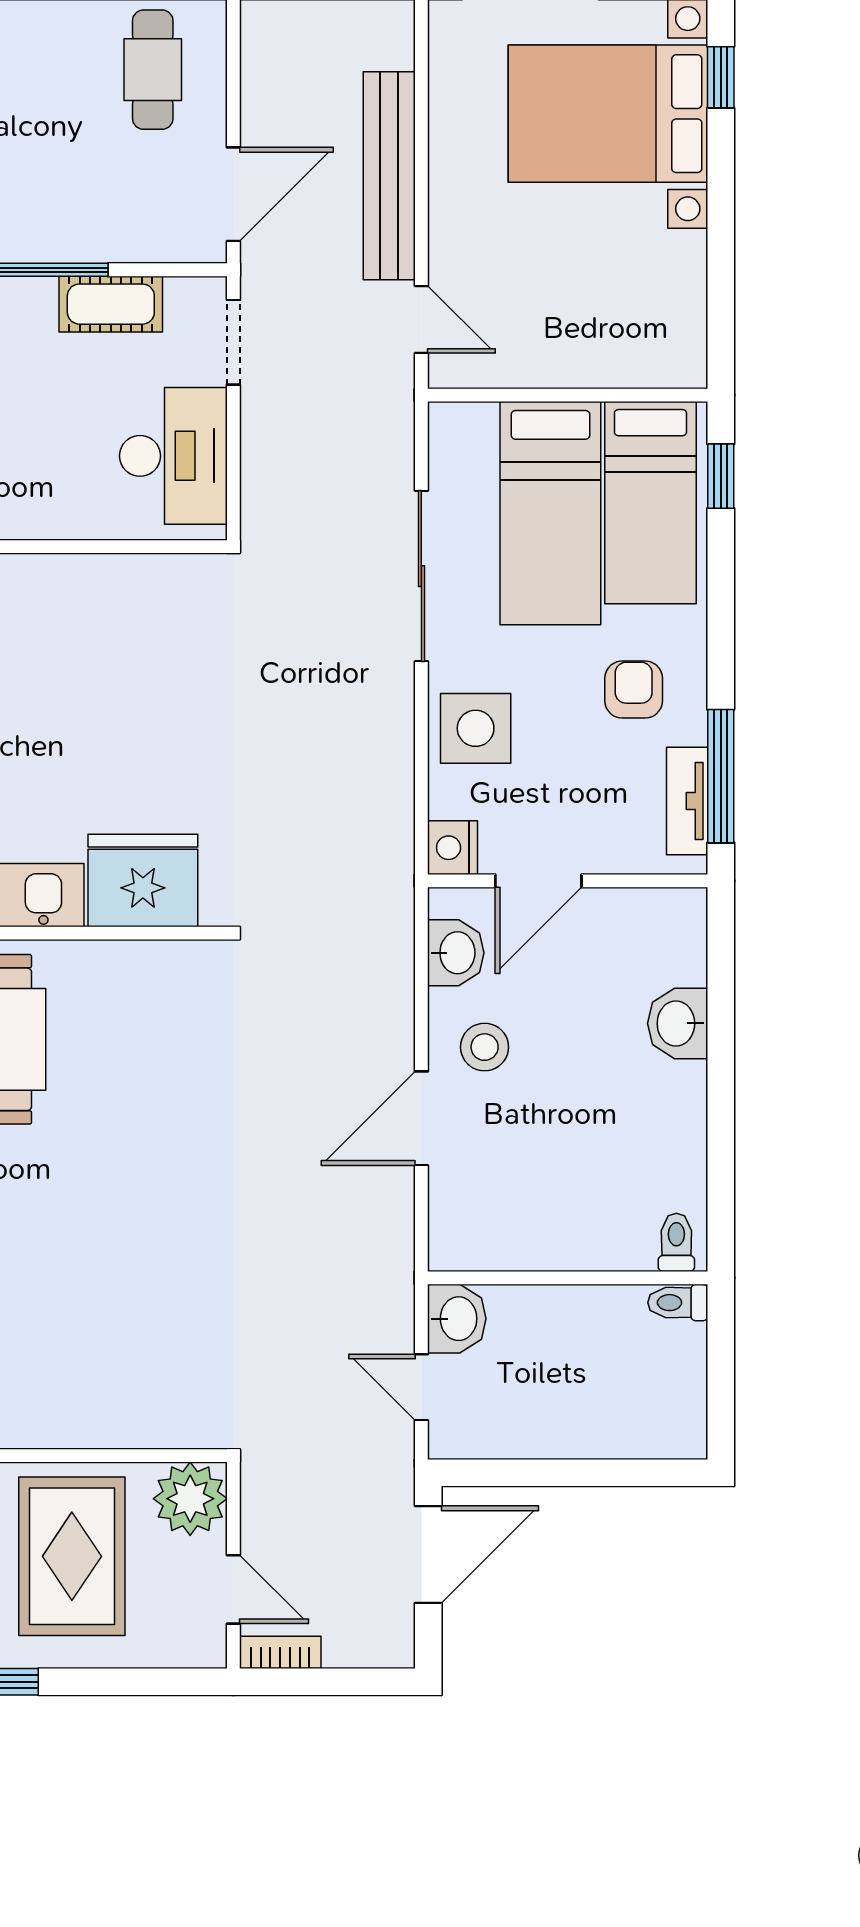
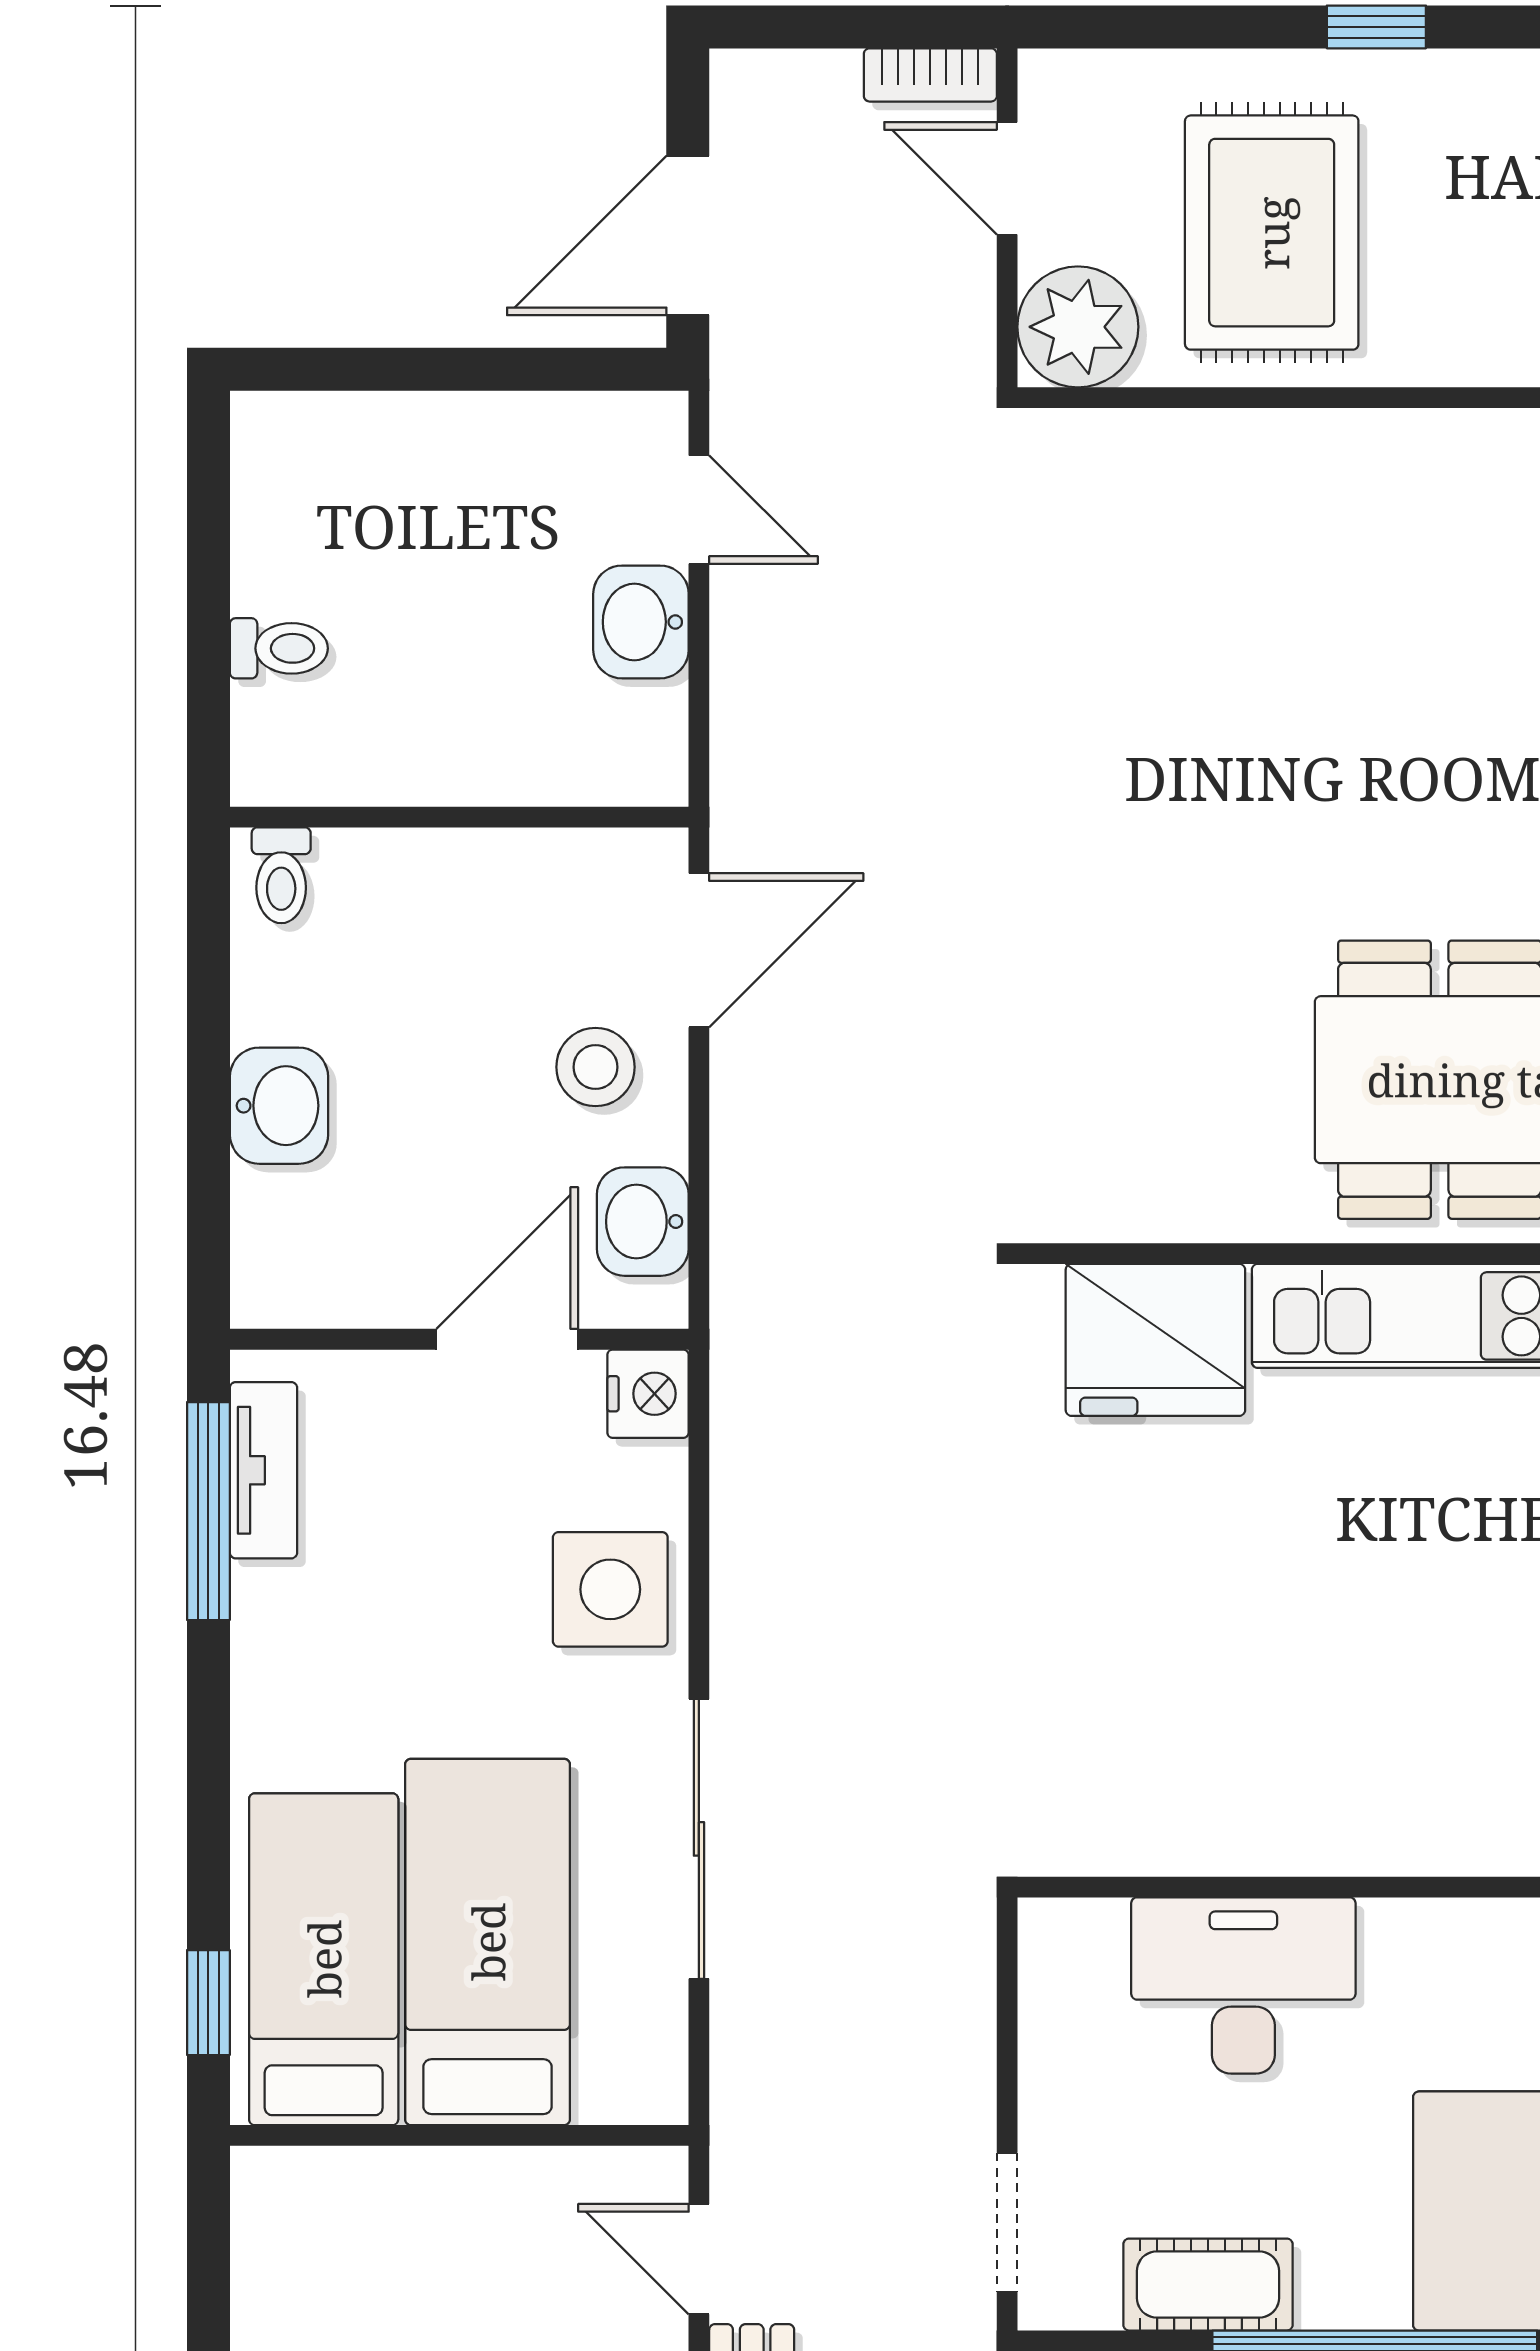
desk: (173, 456) -> (1243, 1985), moved, turned 90
armchair: (634, 690) -> (351, 1653), removed
toilet: (676, 1242) -> (281, 875), moved
wall: (568, 1278) -> (459, 817), moved

